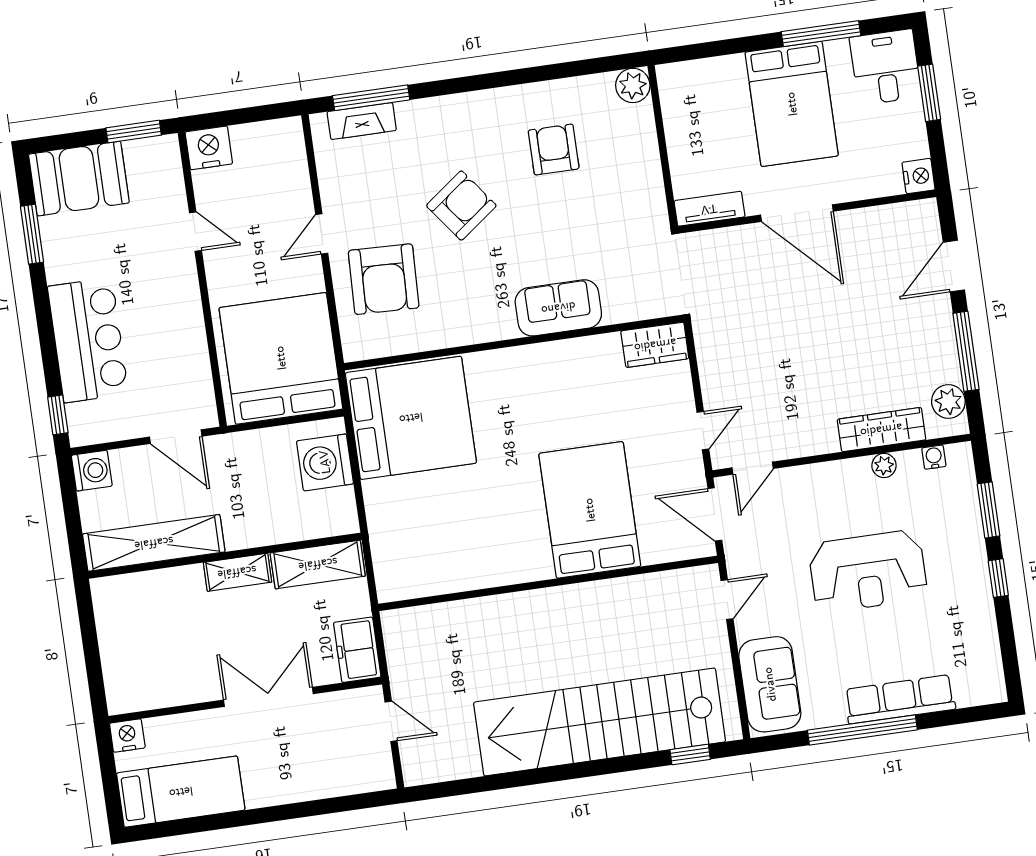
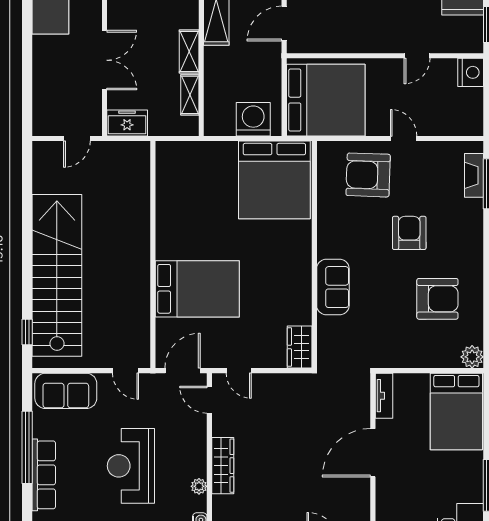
bed: (792, 104) -> (456, 411), moved, turned -90
armchair: (554, 149) -> (437, 299), width x1.36, depth x1.36
armchair: (461, 206) -> (409, 233), turned -143
wardrobe: (881, 430) -> (223, 466), moved
shelving: (318, 564) -> (190, 95), width x0.67, depth x0.75

